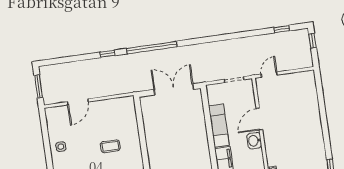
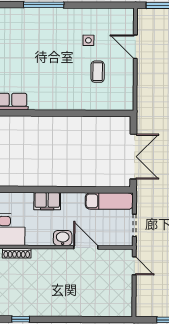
exam couch: (219, 126) -> (109, 201), moved
coffee table: (110, 146) -> (98, 72), moved
side table: (61, 147) -> (88, 40), moved

